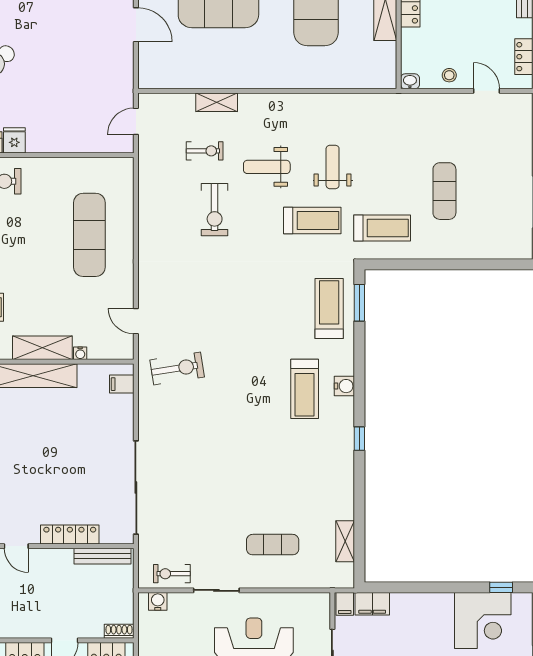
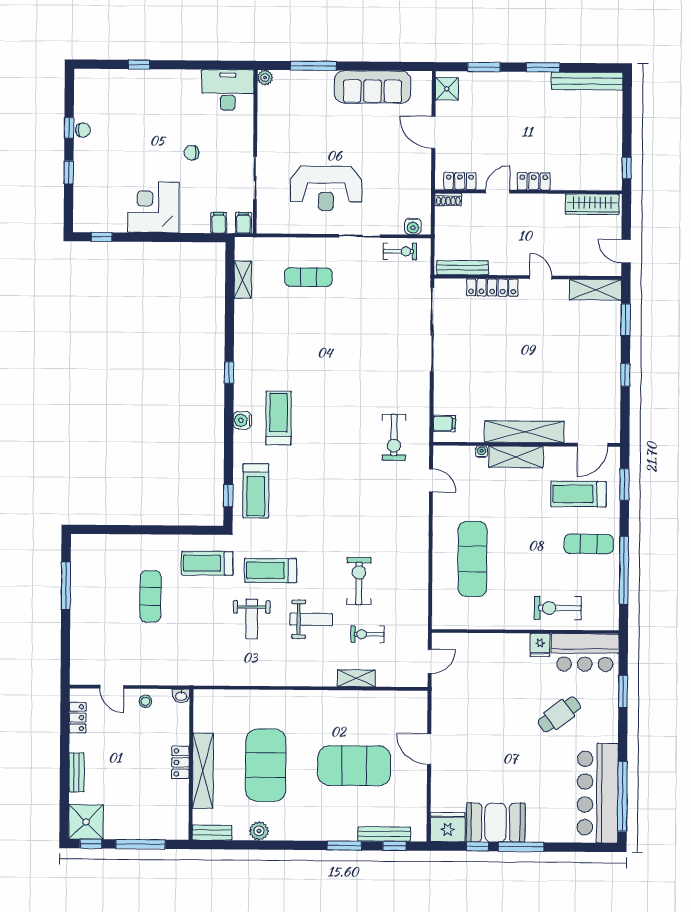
window: (359, 303) -> (228, 496), width x0.67
exercise bike: (177, 368) -> (394, 437), turned -81
filing cabinet: (372, 604) -> (219, 223), width x0.50
corner desk: (483, 620) -> (154, 207), moved

